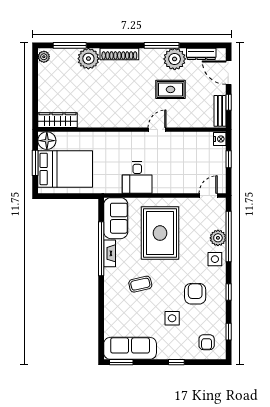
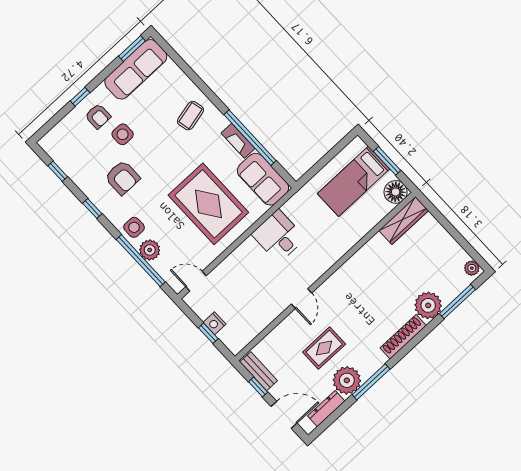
nightstand: (220, 139) -> (215, 323), moved
bed: (65, 169) -> (354, 181), width x0.67
door: (208, 196) -> (196, 281), swing flipped
coffee table: (140, 284) -> (190, 116), moved
armchair: (207, 342) -> (98, 116), moved, turned 180

